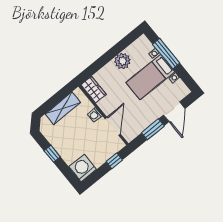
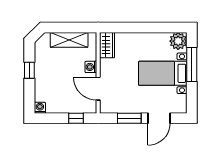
plant: (122, 61) -> (178, 41), moved
door: (113, 126) -> (98, 89), swing flipped
washing machine: (83, 168) -> (40, 108), width x0.53, depth x0.53

